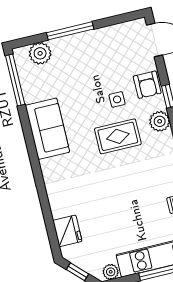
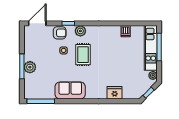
plant: (40, 53) -> (30, 67), moved
fridge: (67, 231) -> (115, 93), moved

